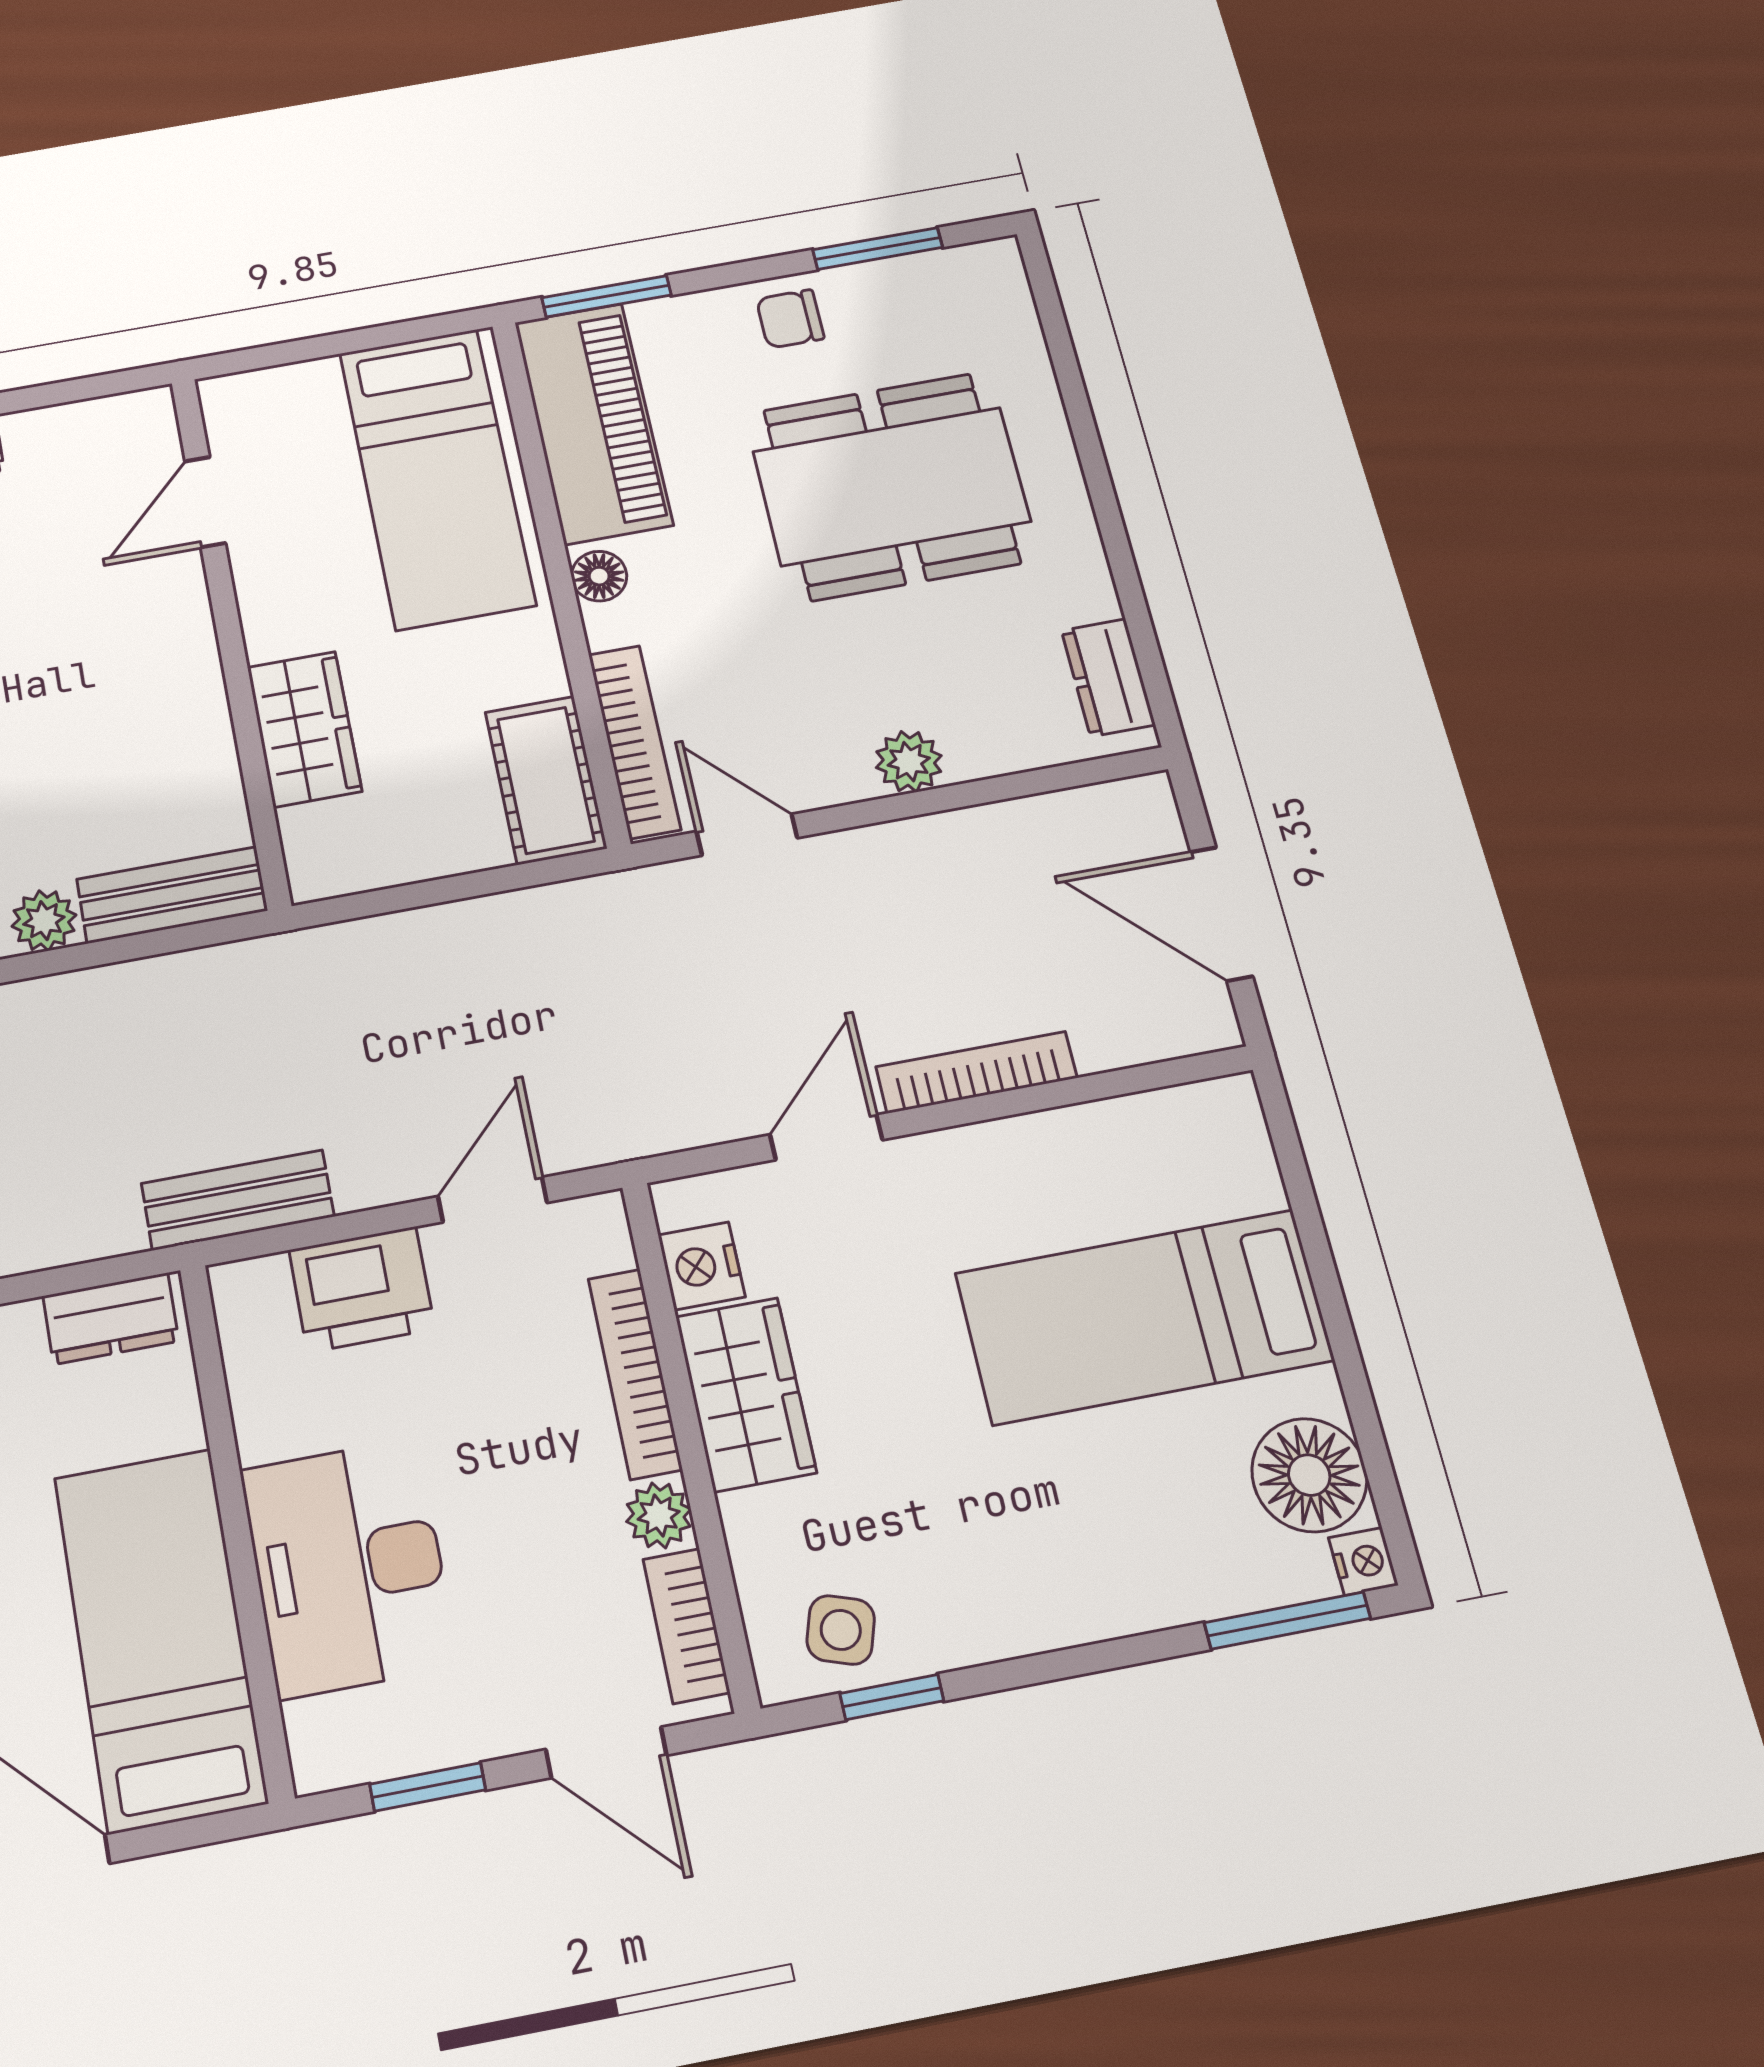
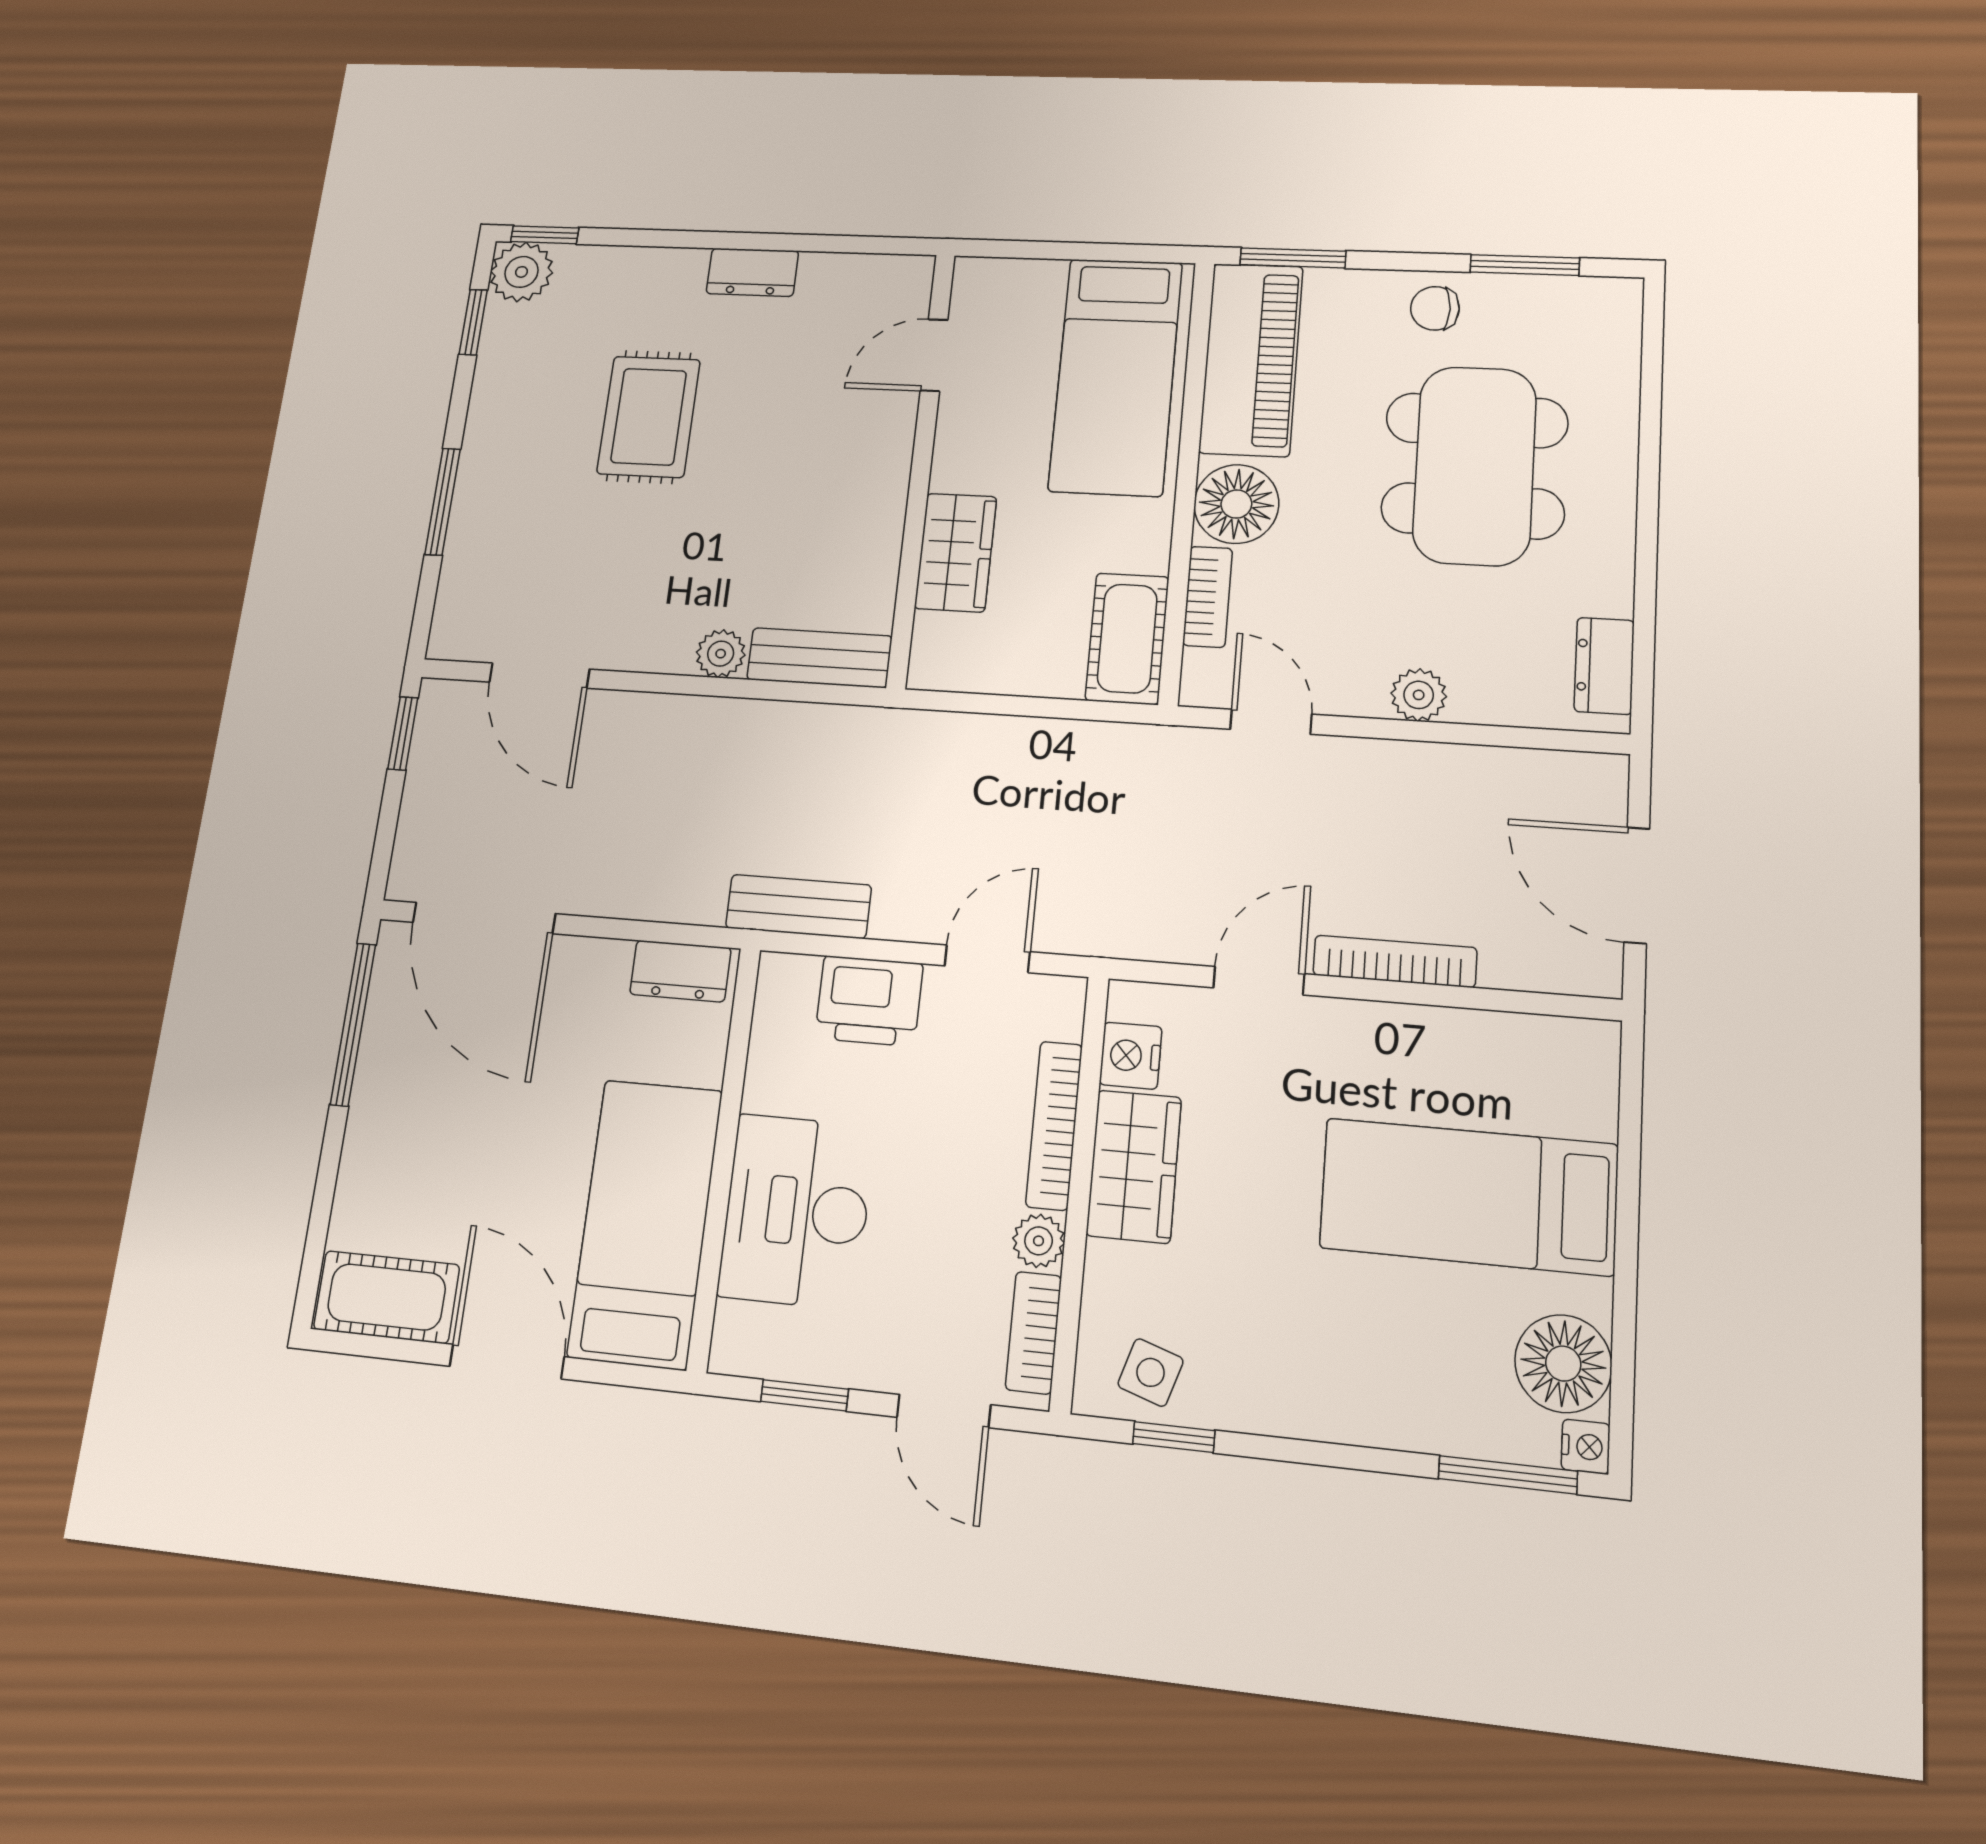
dining table: (891, 486) -> (1475, 465), turned 90
floor lamp: (599, 576) -> (1236, 504), width x1.89, depth x1.89
bookcase: (634, 742) -> (1208, 597), width x0.64

